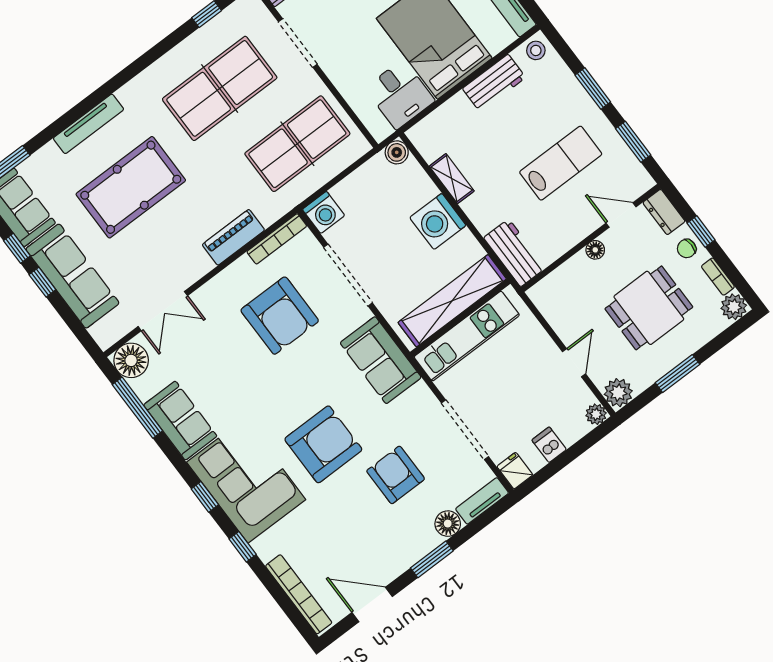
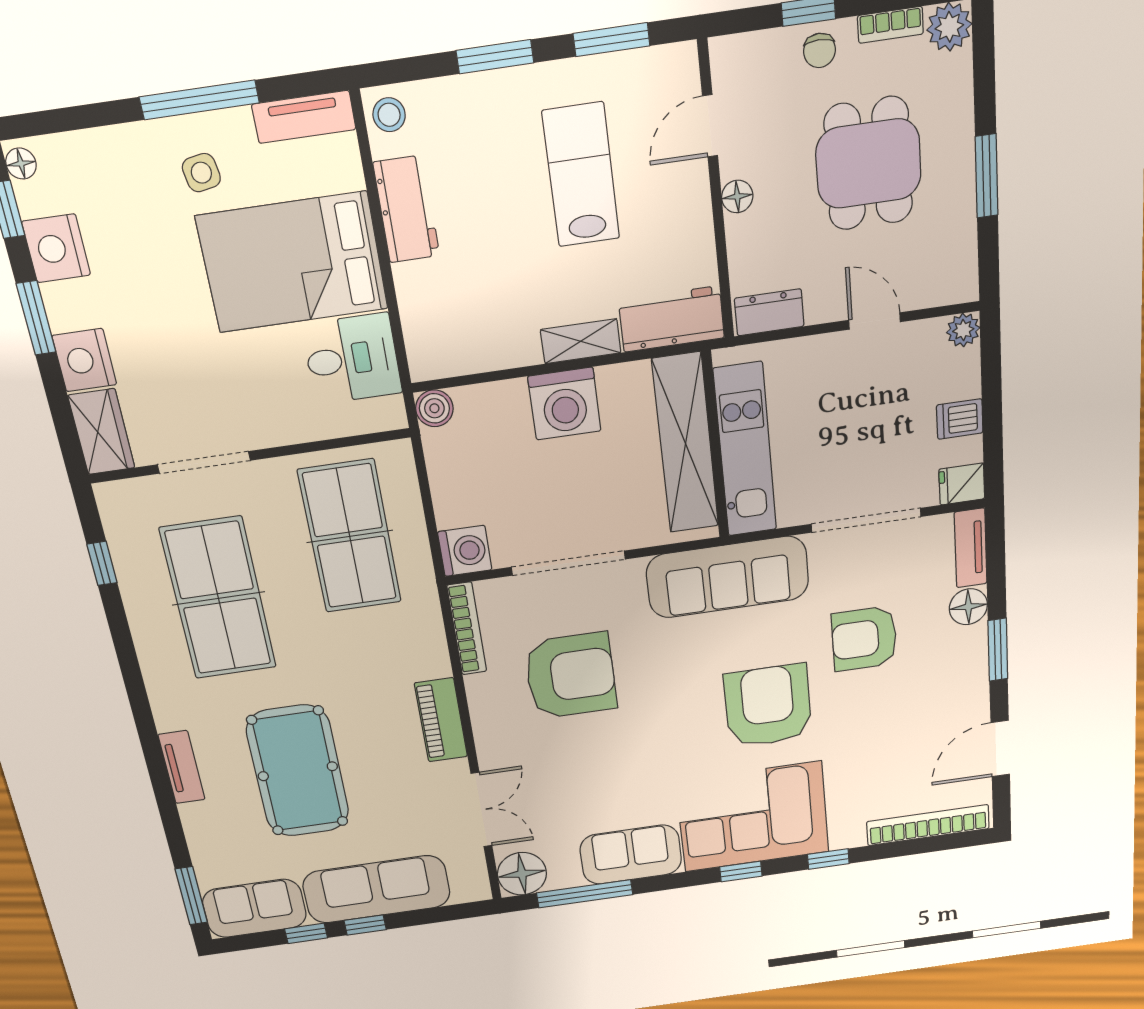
tv unit: (88, 124) -> (182, 767), width x0.71
shelving: (452, 179) -> (581, 341), moved
dresser: (664, 212) -> (769, 312), moved, turned 180
piano: (233, 237) -> (441, 720), moved
sofa: (381, 360) -> (728, 577), width x1.36
plant: (618, 393) -> (955, 281), removed

